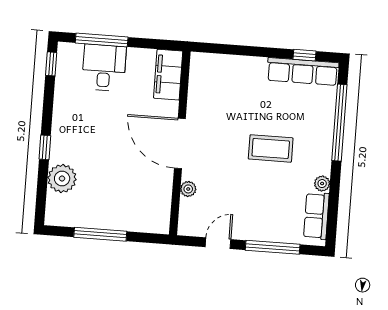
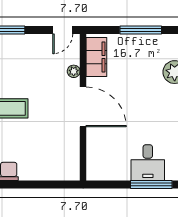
filing cabinet: (168, 75) -> (96, 57), moved
door: (218, 243) -> (63, 30), moved

